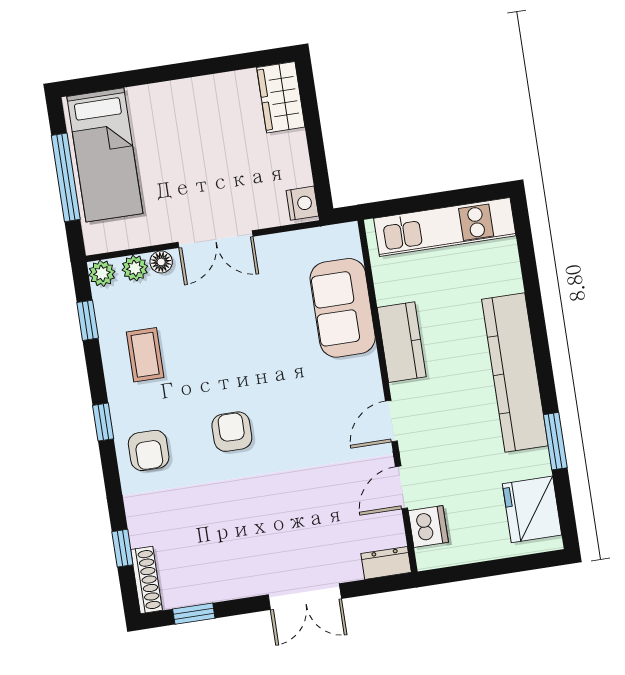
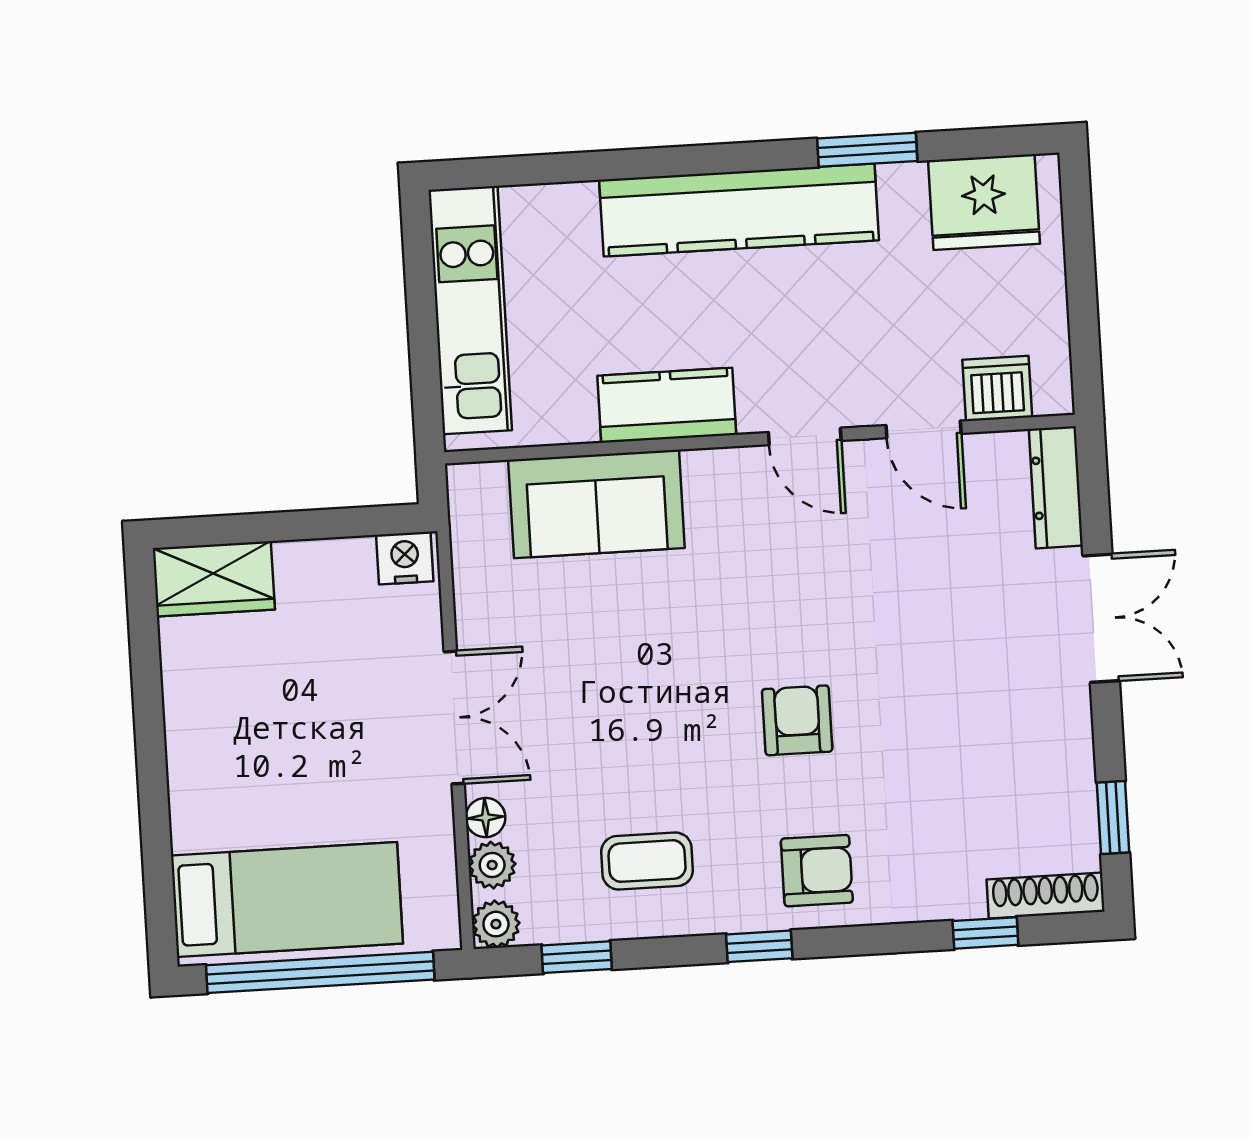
window: (66, 177) -> (320, 972), width x1.46
armchair: (232, 432) -> (797, 720), turned 90
dresser: (386, 563) -> (1056, 487), width x1.44

